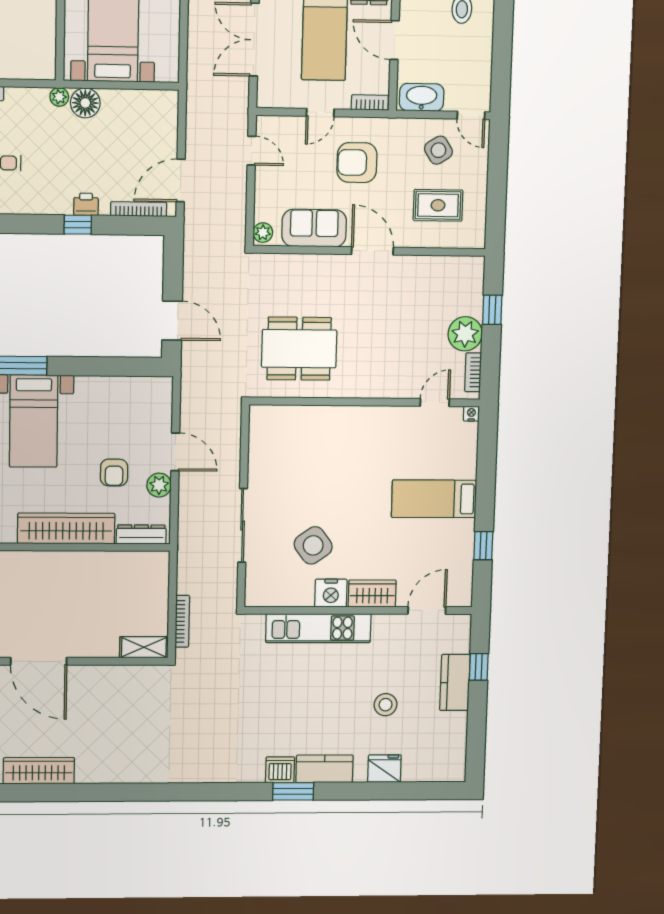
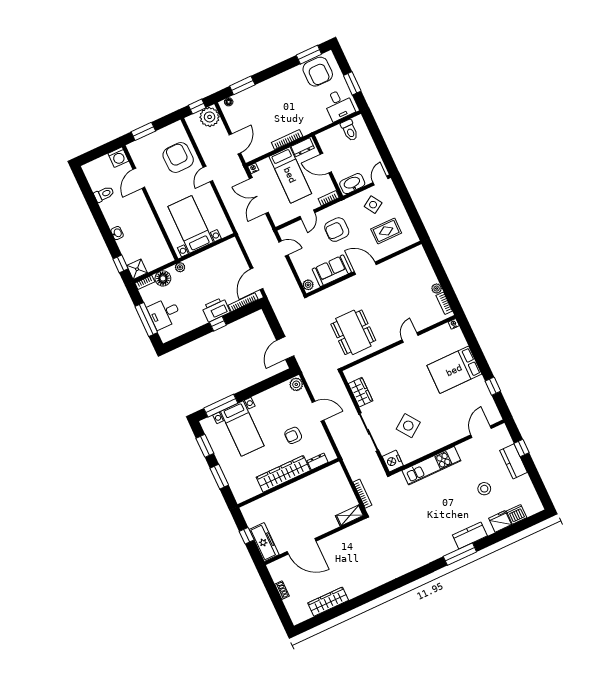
floor lamp: (85, 103) -> (163, 278), moved
door: (471, 115) -> (380, 181), swing flipped
printer: (86, 204) -> (216, 309), width x1.87, depth x1.48
window: (492, 310) -> (438, 268), removed
door: (172, 321) -> (285, 348), swing flipped
plant: (465, 334) -> (437, 289), width x0.53, depth x0.53
dining table: (299, 349) -> (353, 332), turned 90
door: (435, 402) -> (410, 338), moved
armchair: (114, 473) -> (293, 435), turned 90
plant: (159, 485) -> (296, 384), moved
bed: (434, 499) -> (454, 370), width x1.50
dresser: (141, 534) -> (318, 461), width x0.70
nightstand: (331, 593) -> (393, 461), moved, turned 90
wardrobe: (372, 594) -> (360, 392), moved, turned 90
dishwasher: (280, 770) -> (517, 514), moved
window: (293, 791) -> (460, 554), width x1.44

